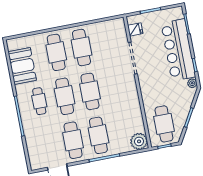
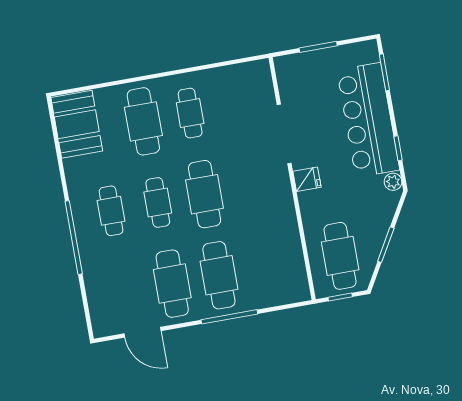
fridge: (135, 29) -> (307, 179), moved
cafe table: (81, 48) -> (190, 113), width x0.73, depth x0.74
booth: (22, 66) -> (77, 124), moved
cafe table: (65, 96) -> (158, 202), width x0.73, depth x0.74
plant: (139, 141) -> (294, 287), removed

